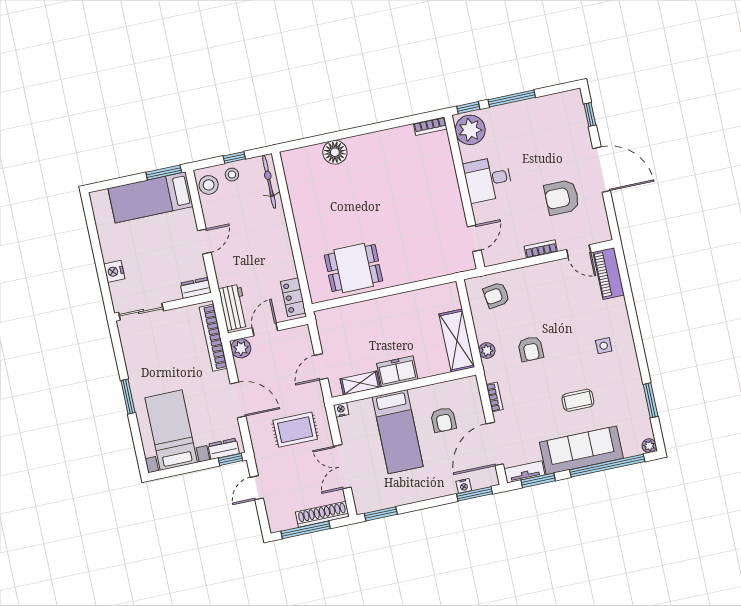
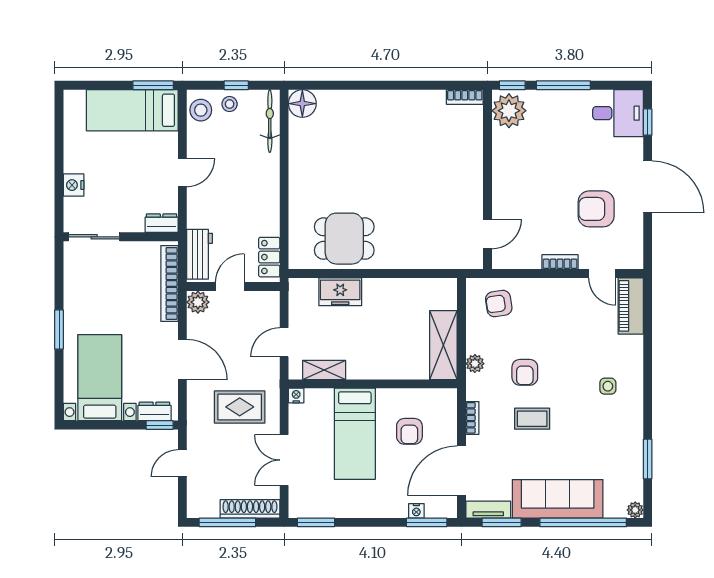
floor lamp: (335, 152) -> (302, 104), moved
desk: (488, 179) -> (618, 113), moved, turned 180
freezer: (397, 371) -> (340, 292), moved, turned 180
coffee table: (578, 400) -> (532, 419), moved

